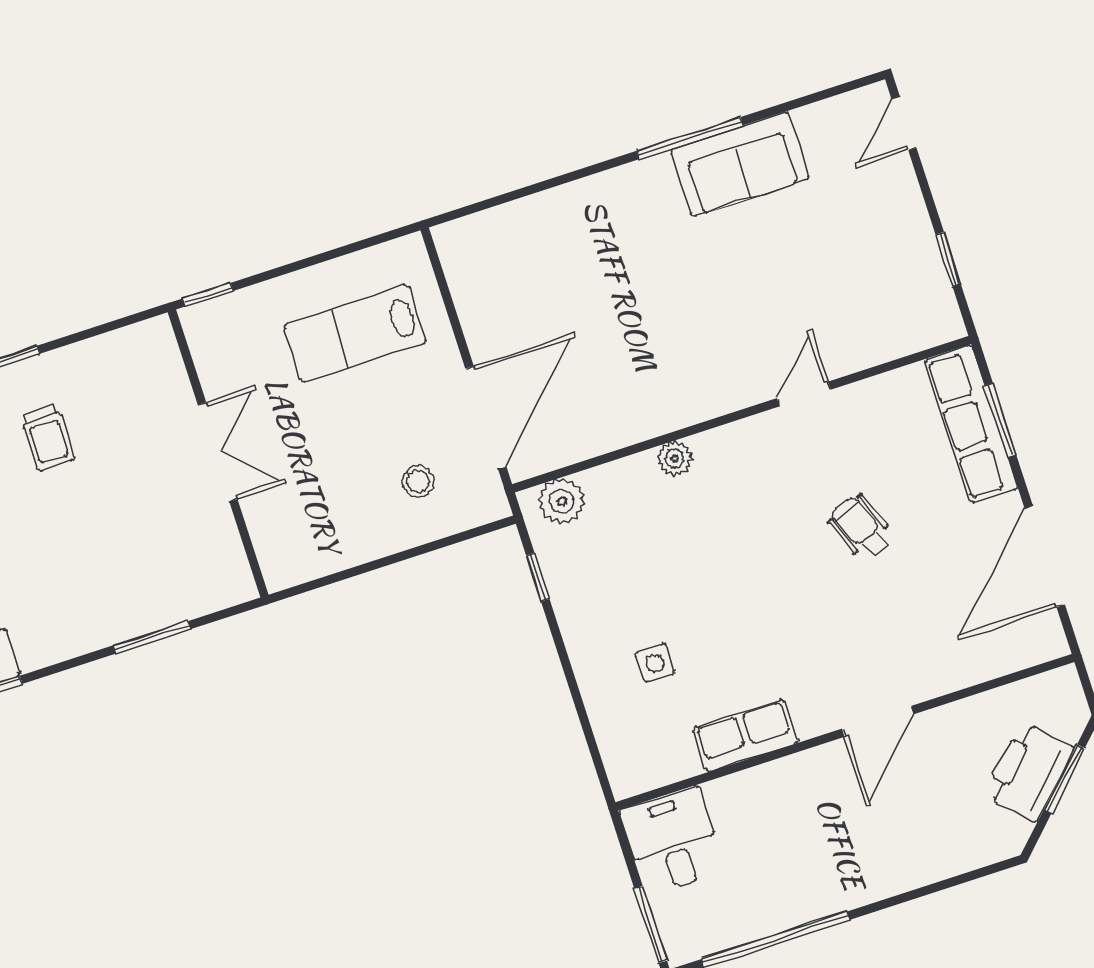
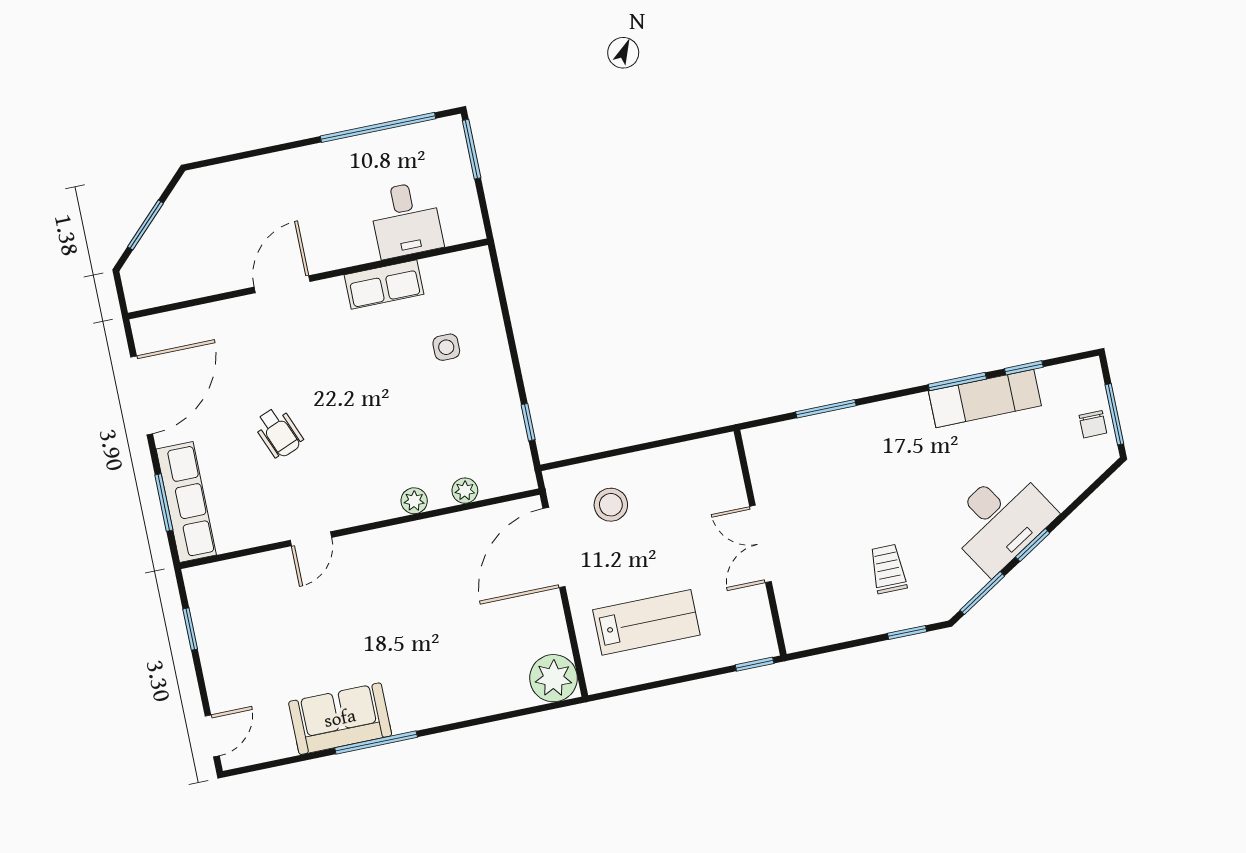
plant: (468, 247) -> (554, 678), added
stool: (418, 482) -> (611, 505), width x1.37, depth x1.37
plant: (562, 501) -> (465, 491), moved, width x0.73, depth x0.73
printer: (1029, 772) -> (172, 233), removed
desk: (672, 841) -> (406, 220), moved

